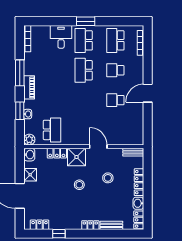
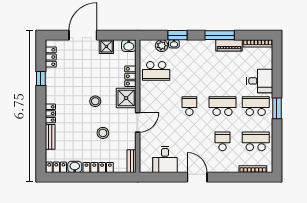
piano: (29, 87) -> (229, 45), moved
school desk: (115, 100) -> (189, 106), moved
desk: (132, 122) -> (165, 160), added
plant: (29, 140) -> (162, 46), moved

